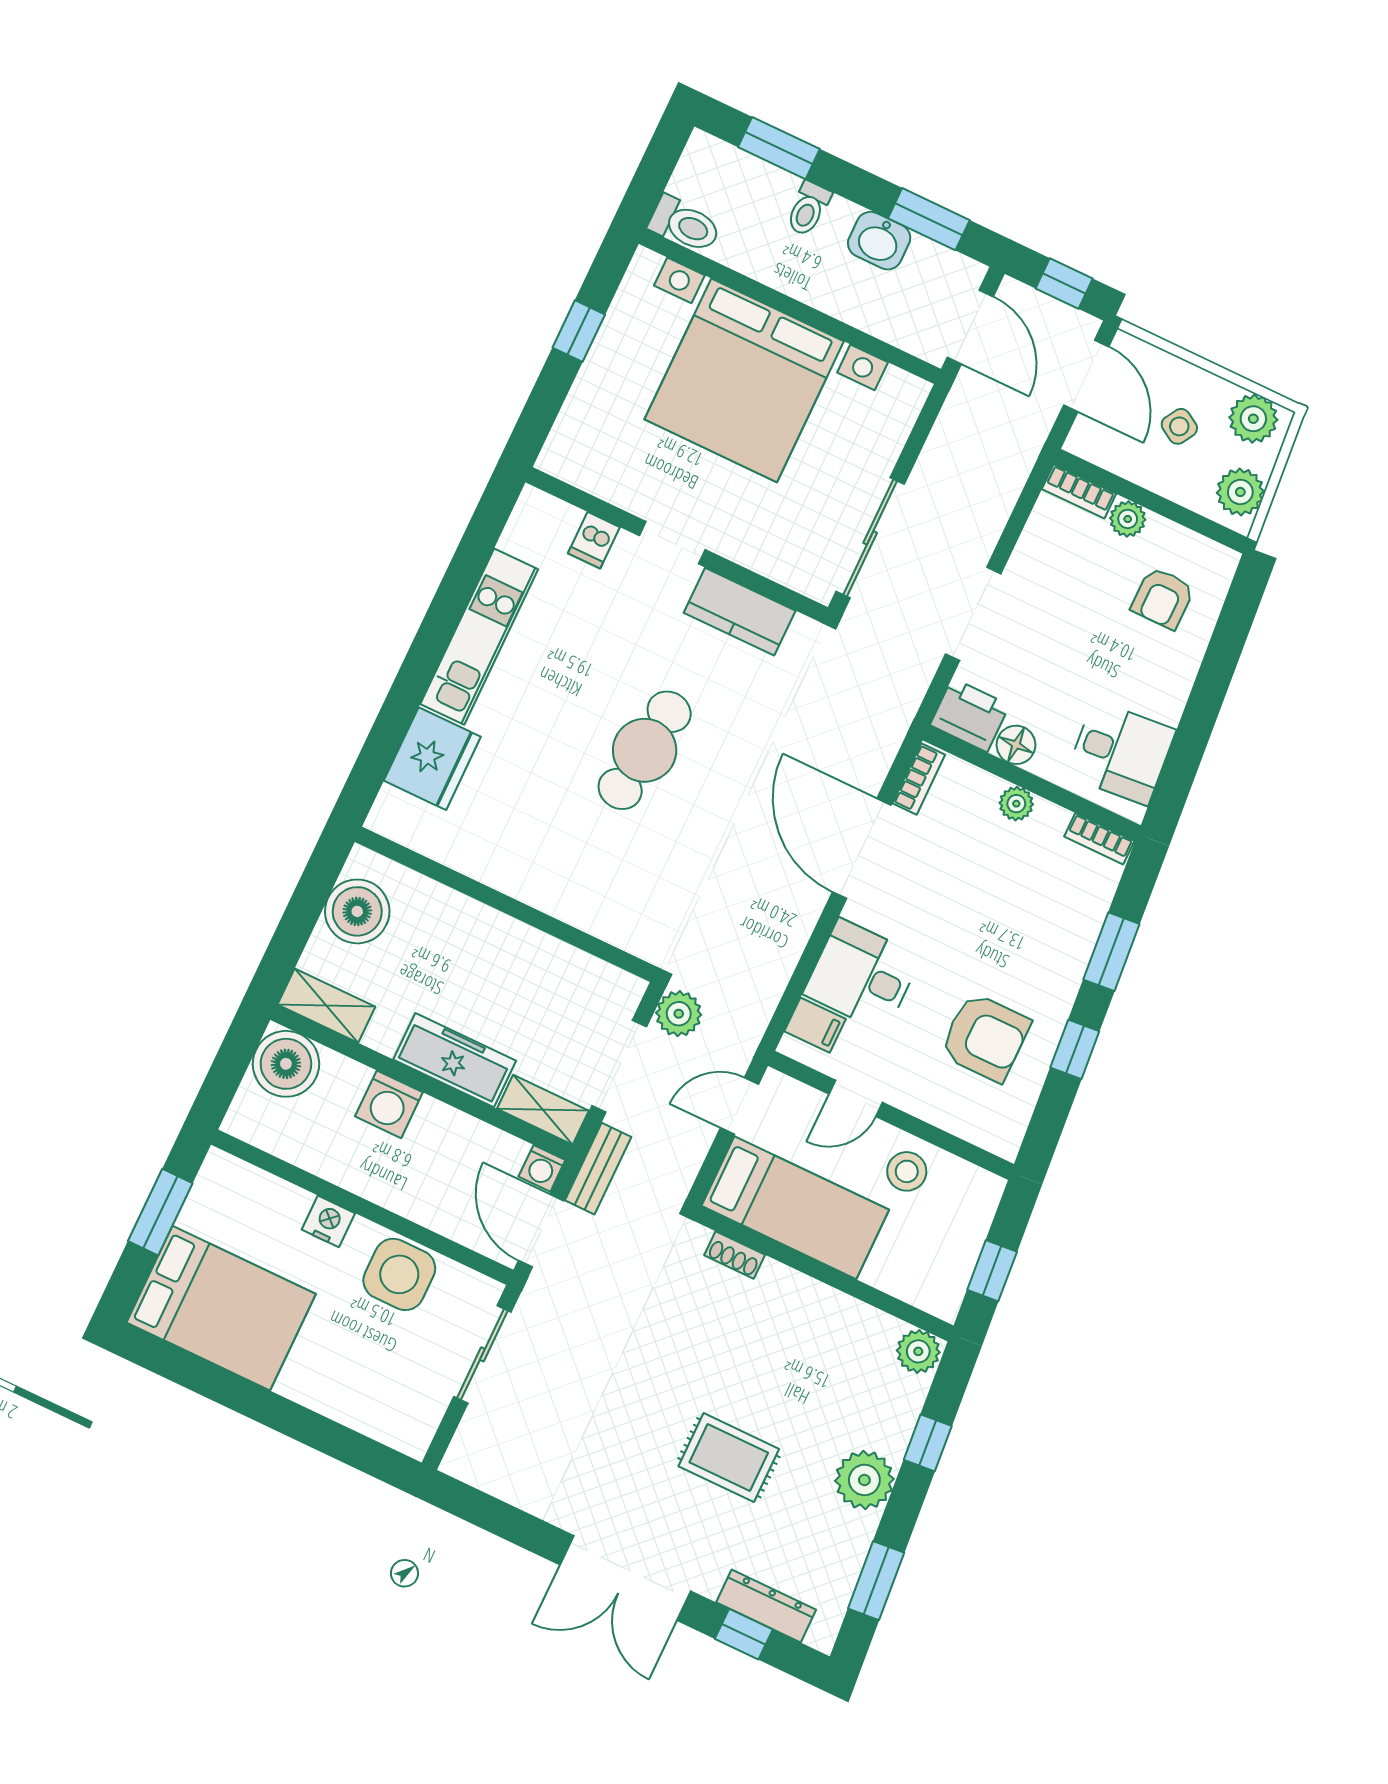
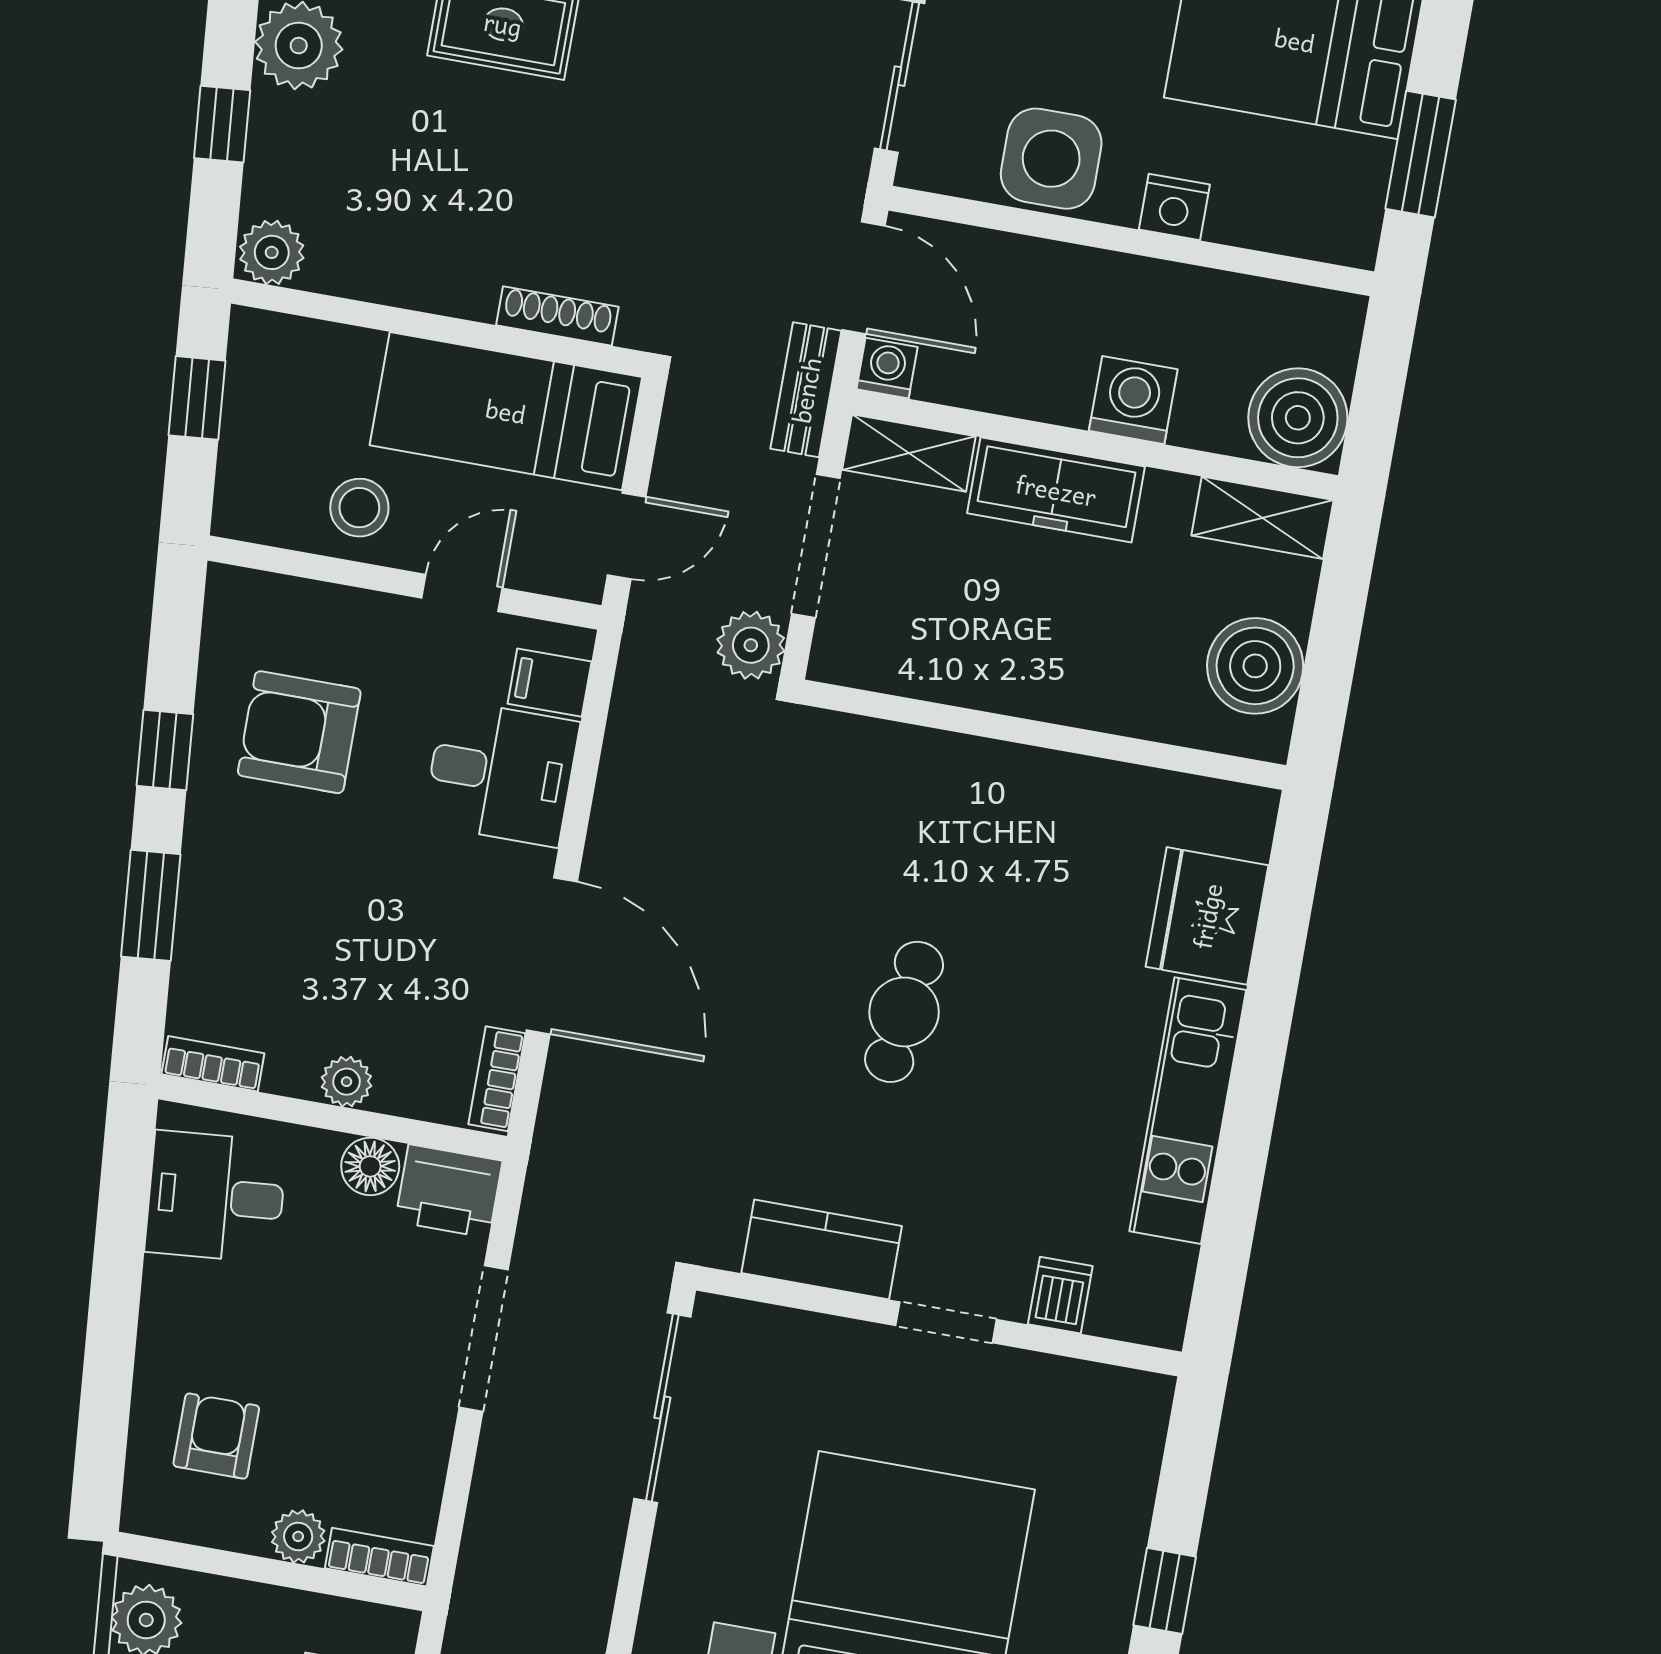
cafe table: (645, 750) -> (904, 1012), width x0.73, depth x0.74
shoe rack: (735, 1255) -> (557, 316), width x1.43

